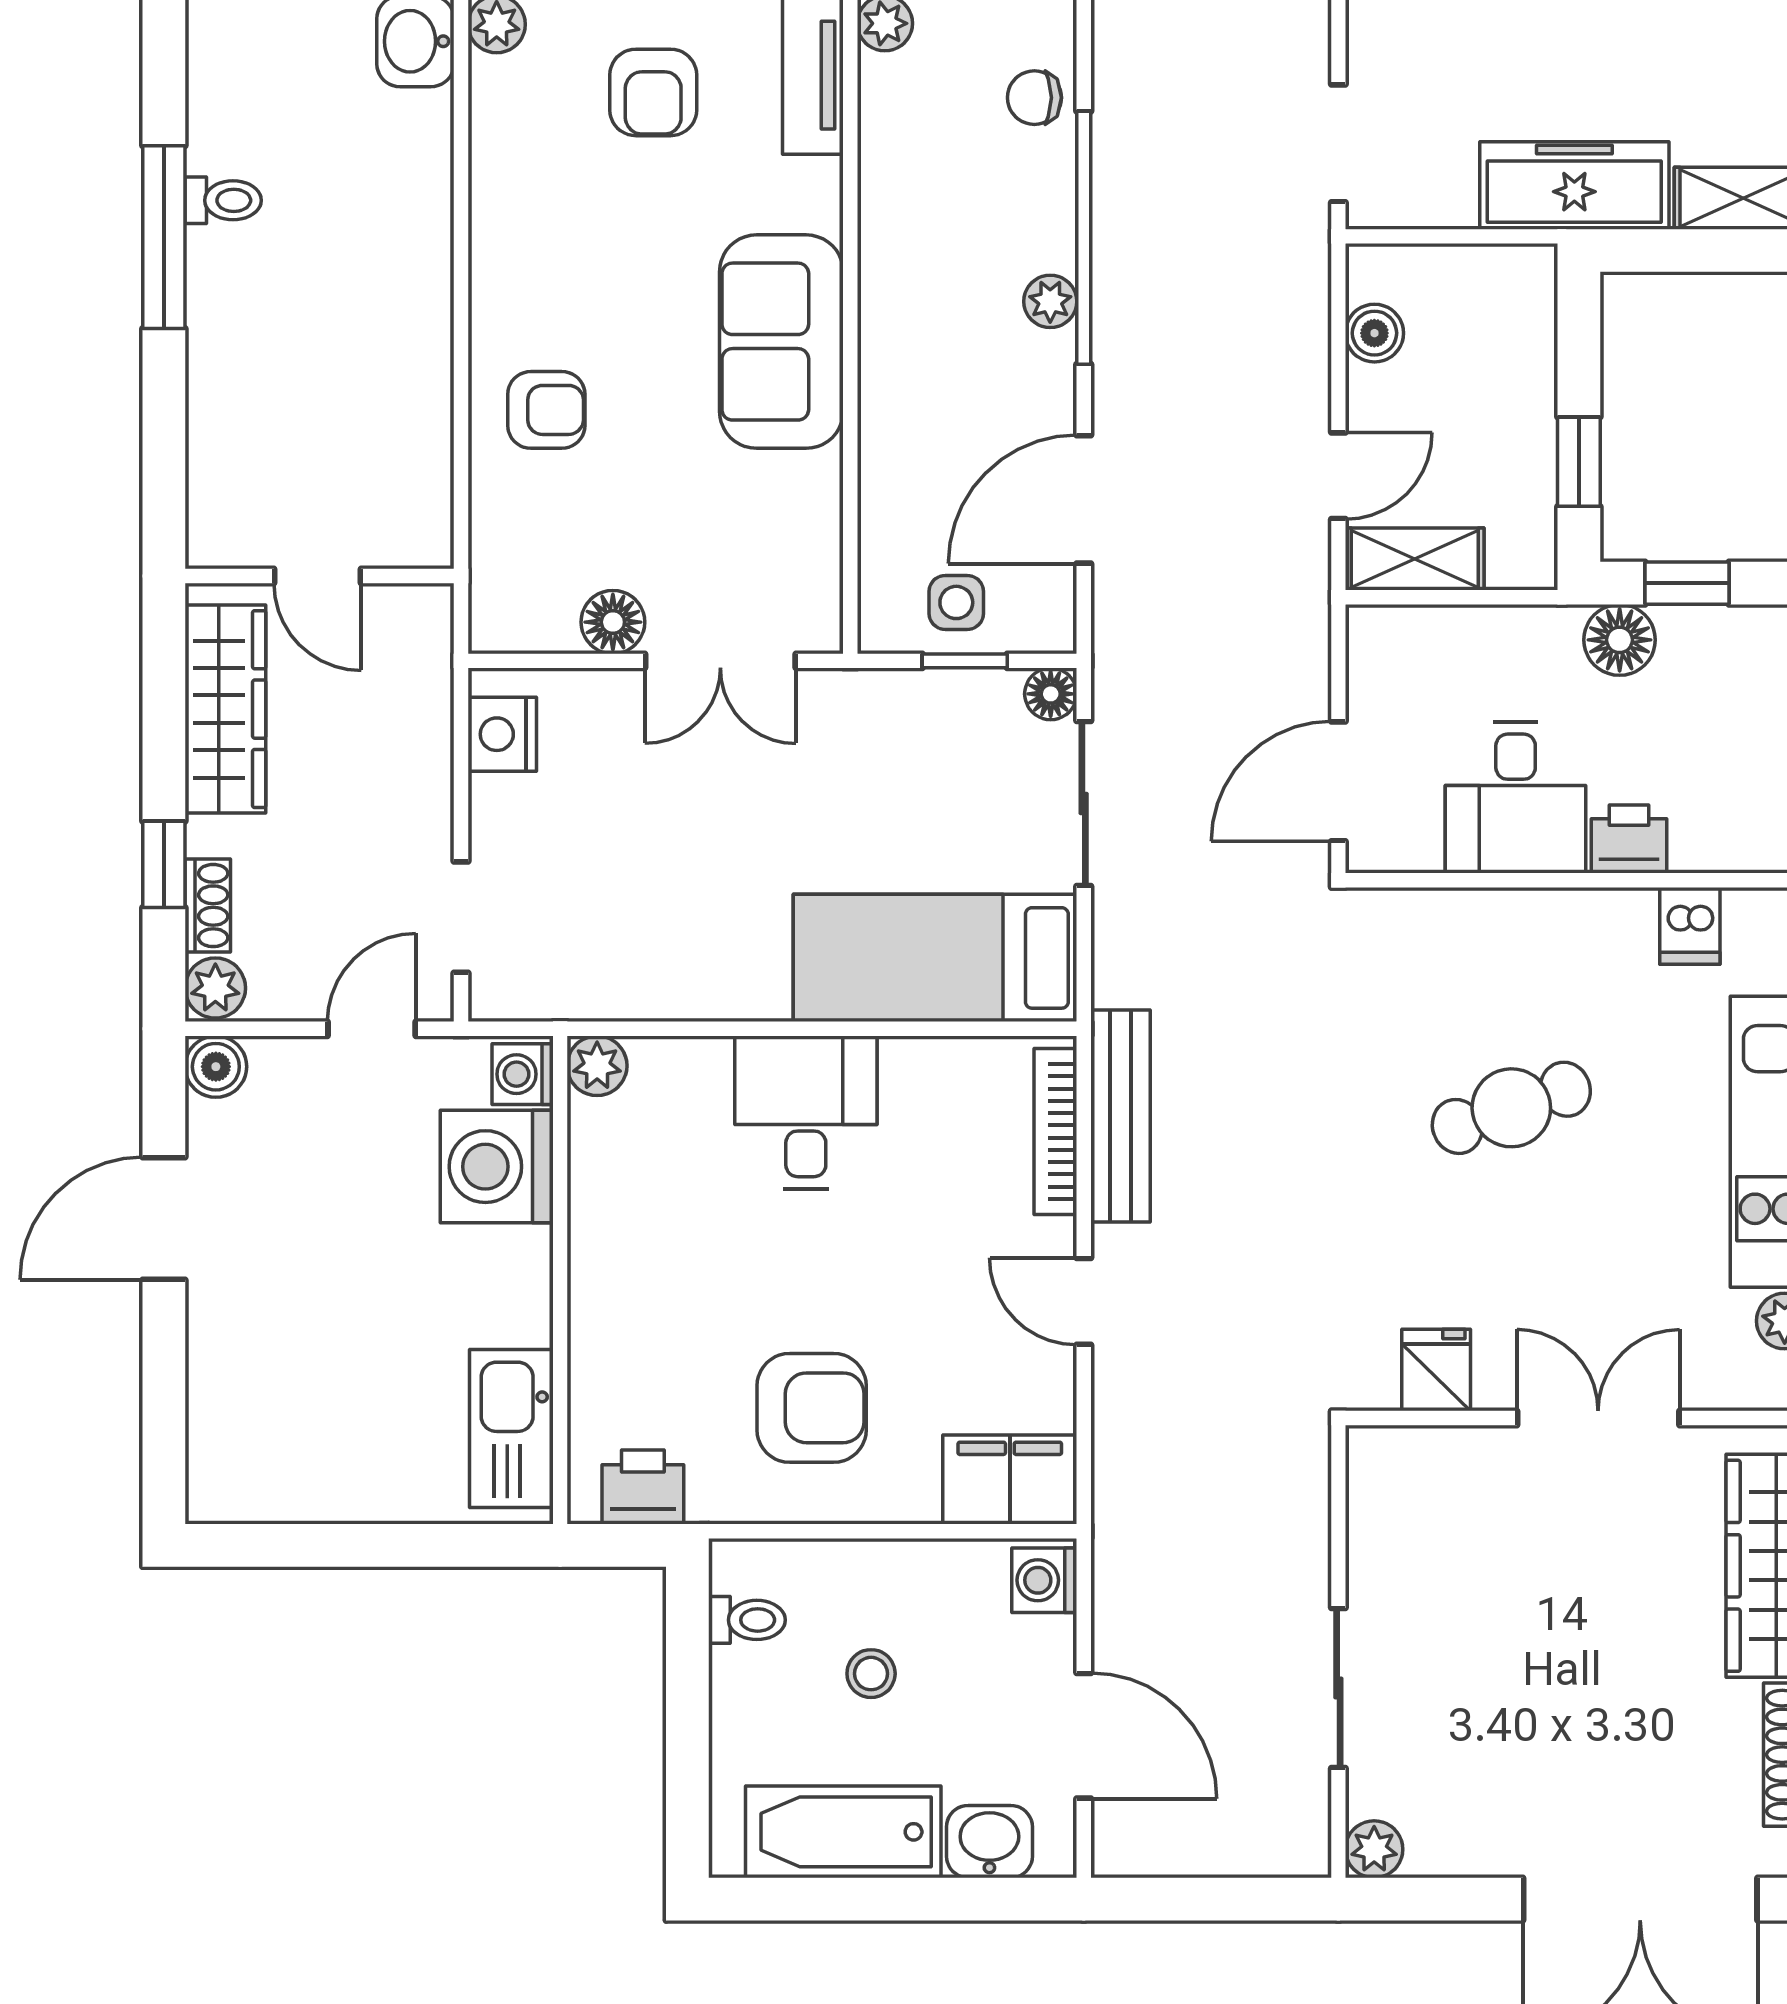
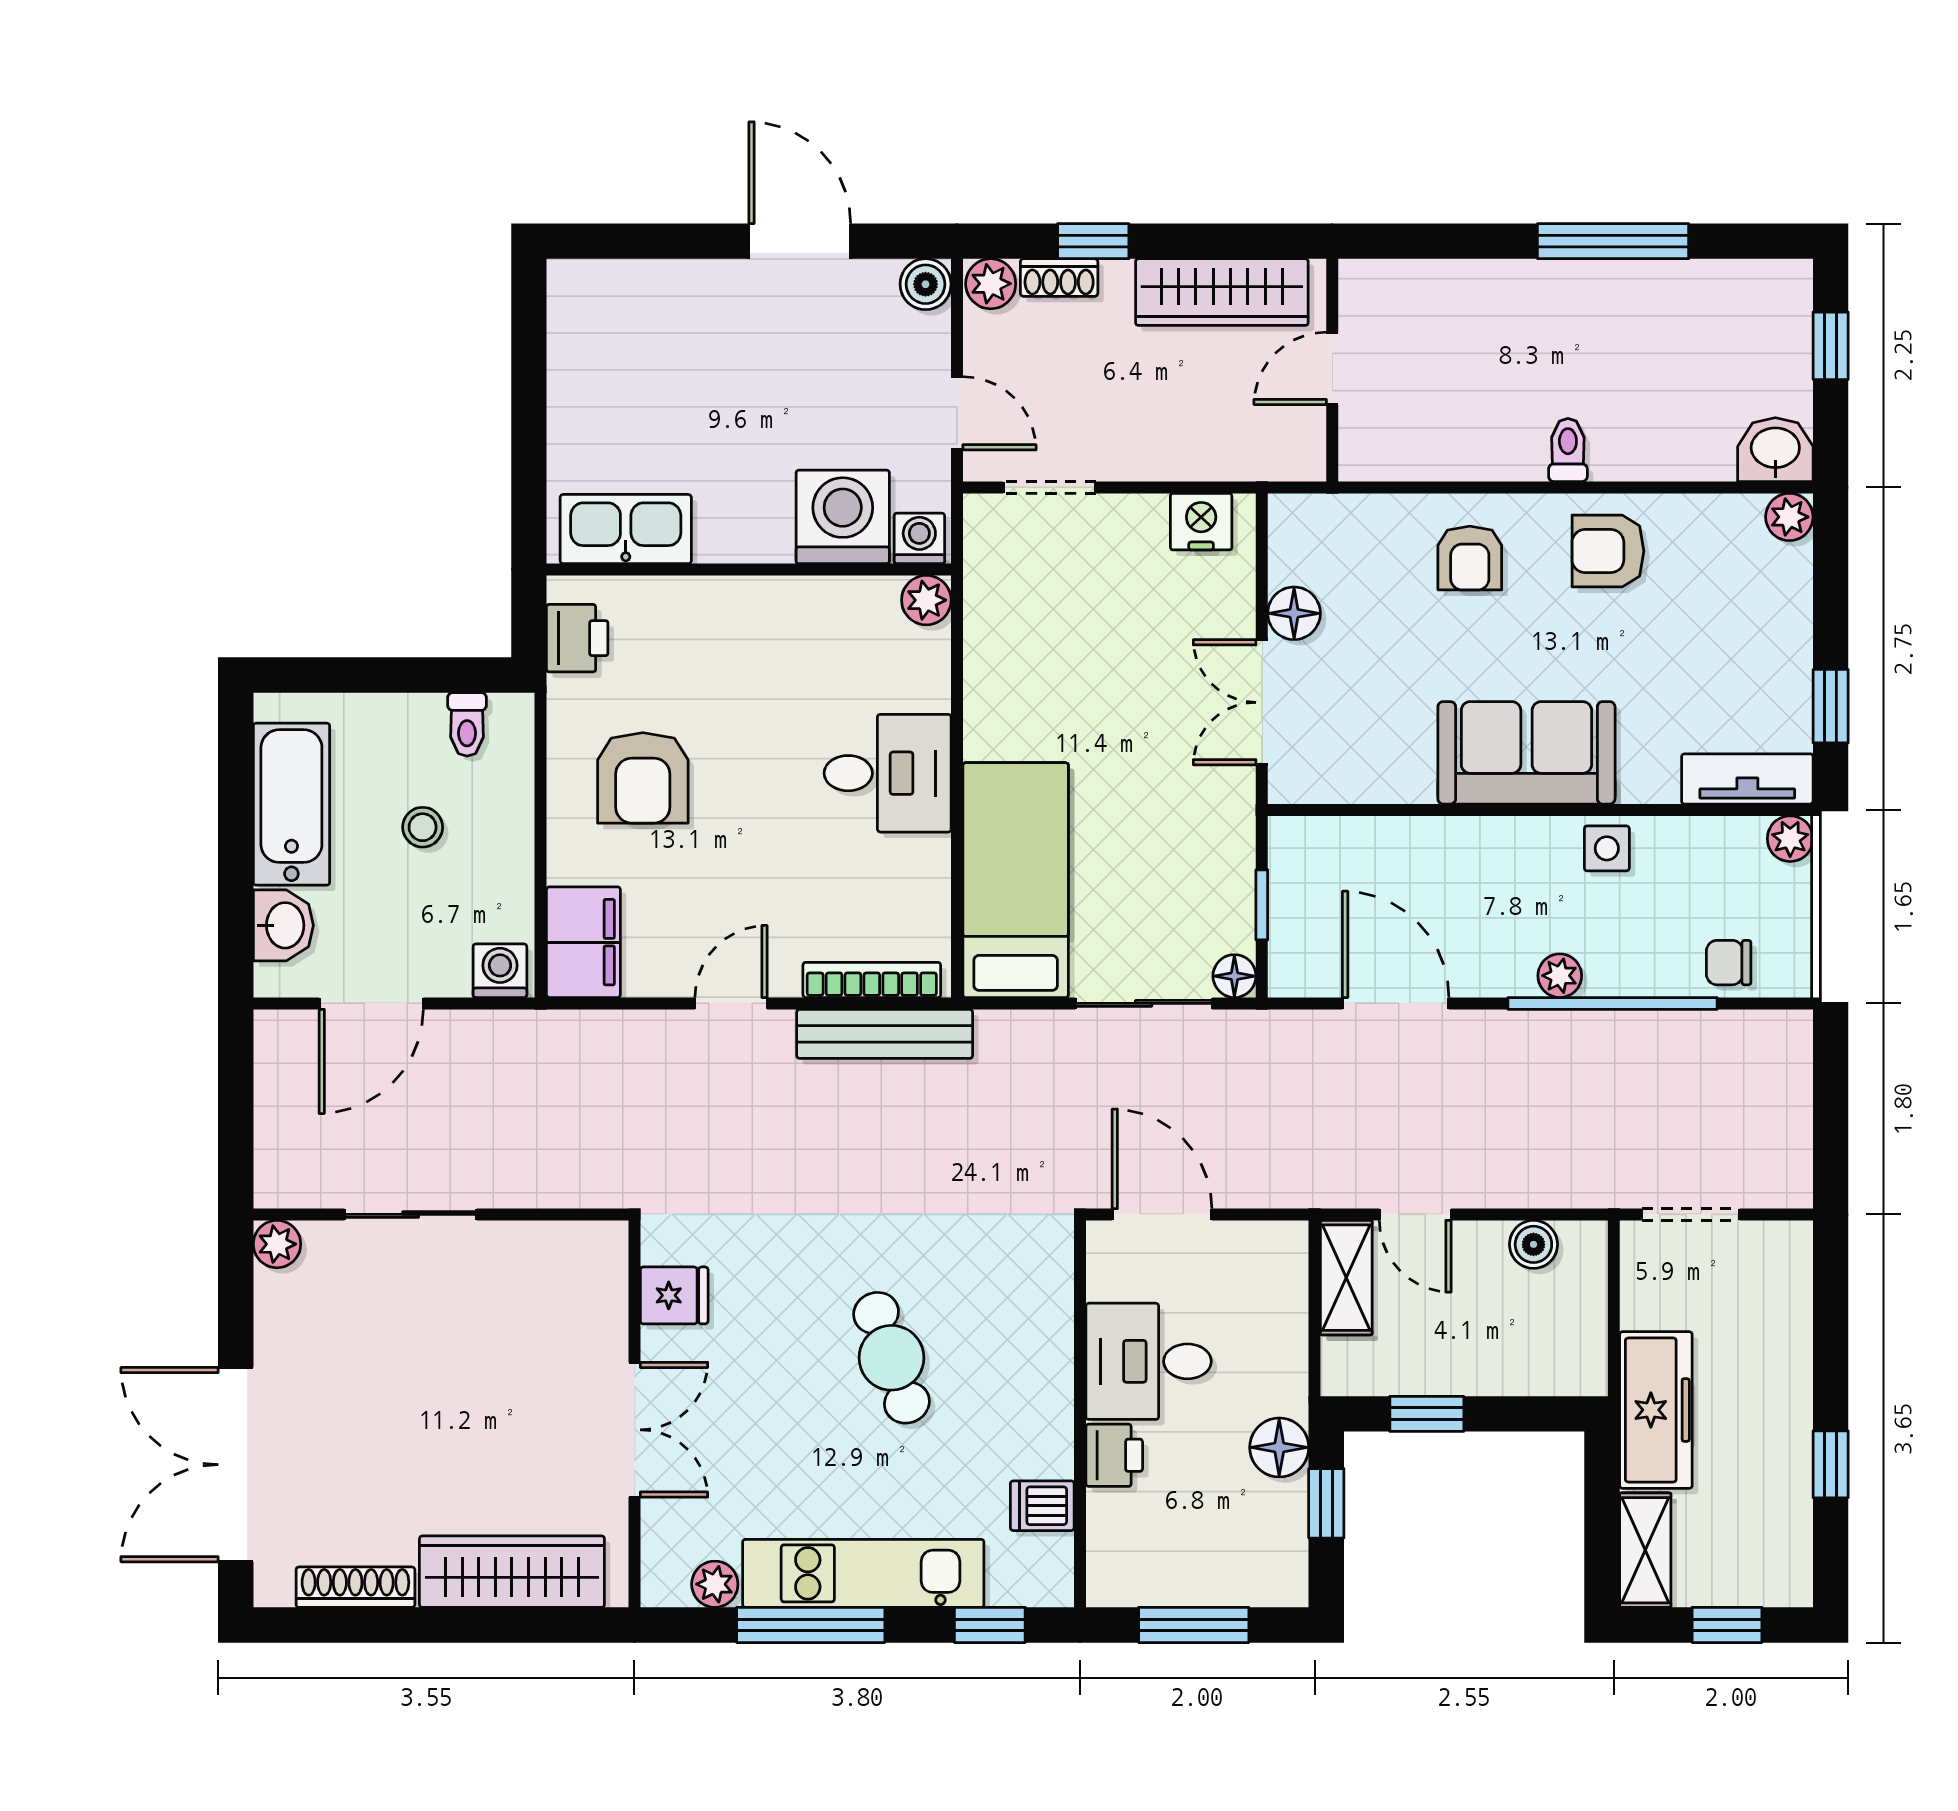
armchair: (653, 92) -> (1608, 551), moved
chair: (1034, 98) -> (1729, 963), turned -90
toilet: (223, 200) -> (1568, 450), moved, turned 180
side table: (956, 602) -> (1607, 848), moved

